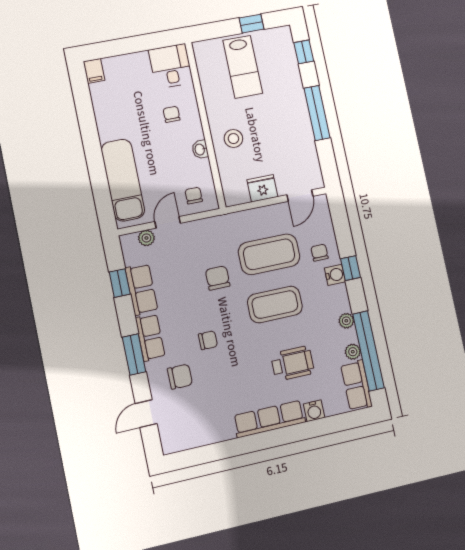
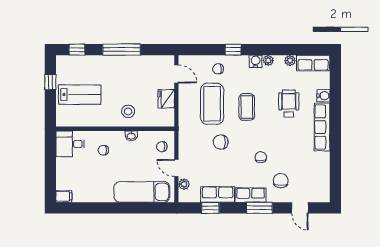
water cooler: (335, 275) -> (256, 61), moved
coffee table: (275, 305) -> (247, 107), width x0.73, depth x0.76
window: (368, 351) -> (292, 50), removed

